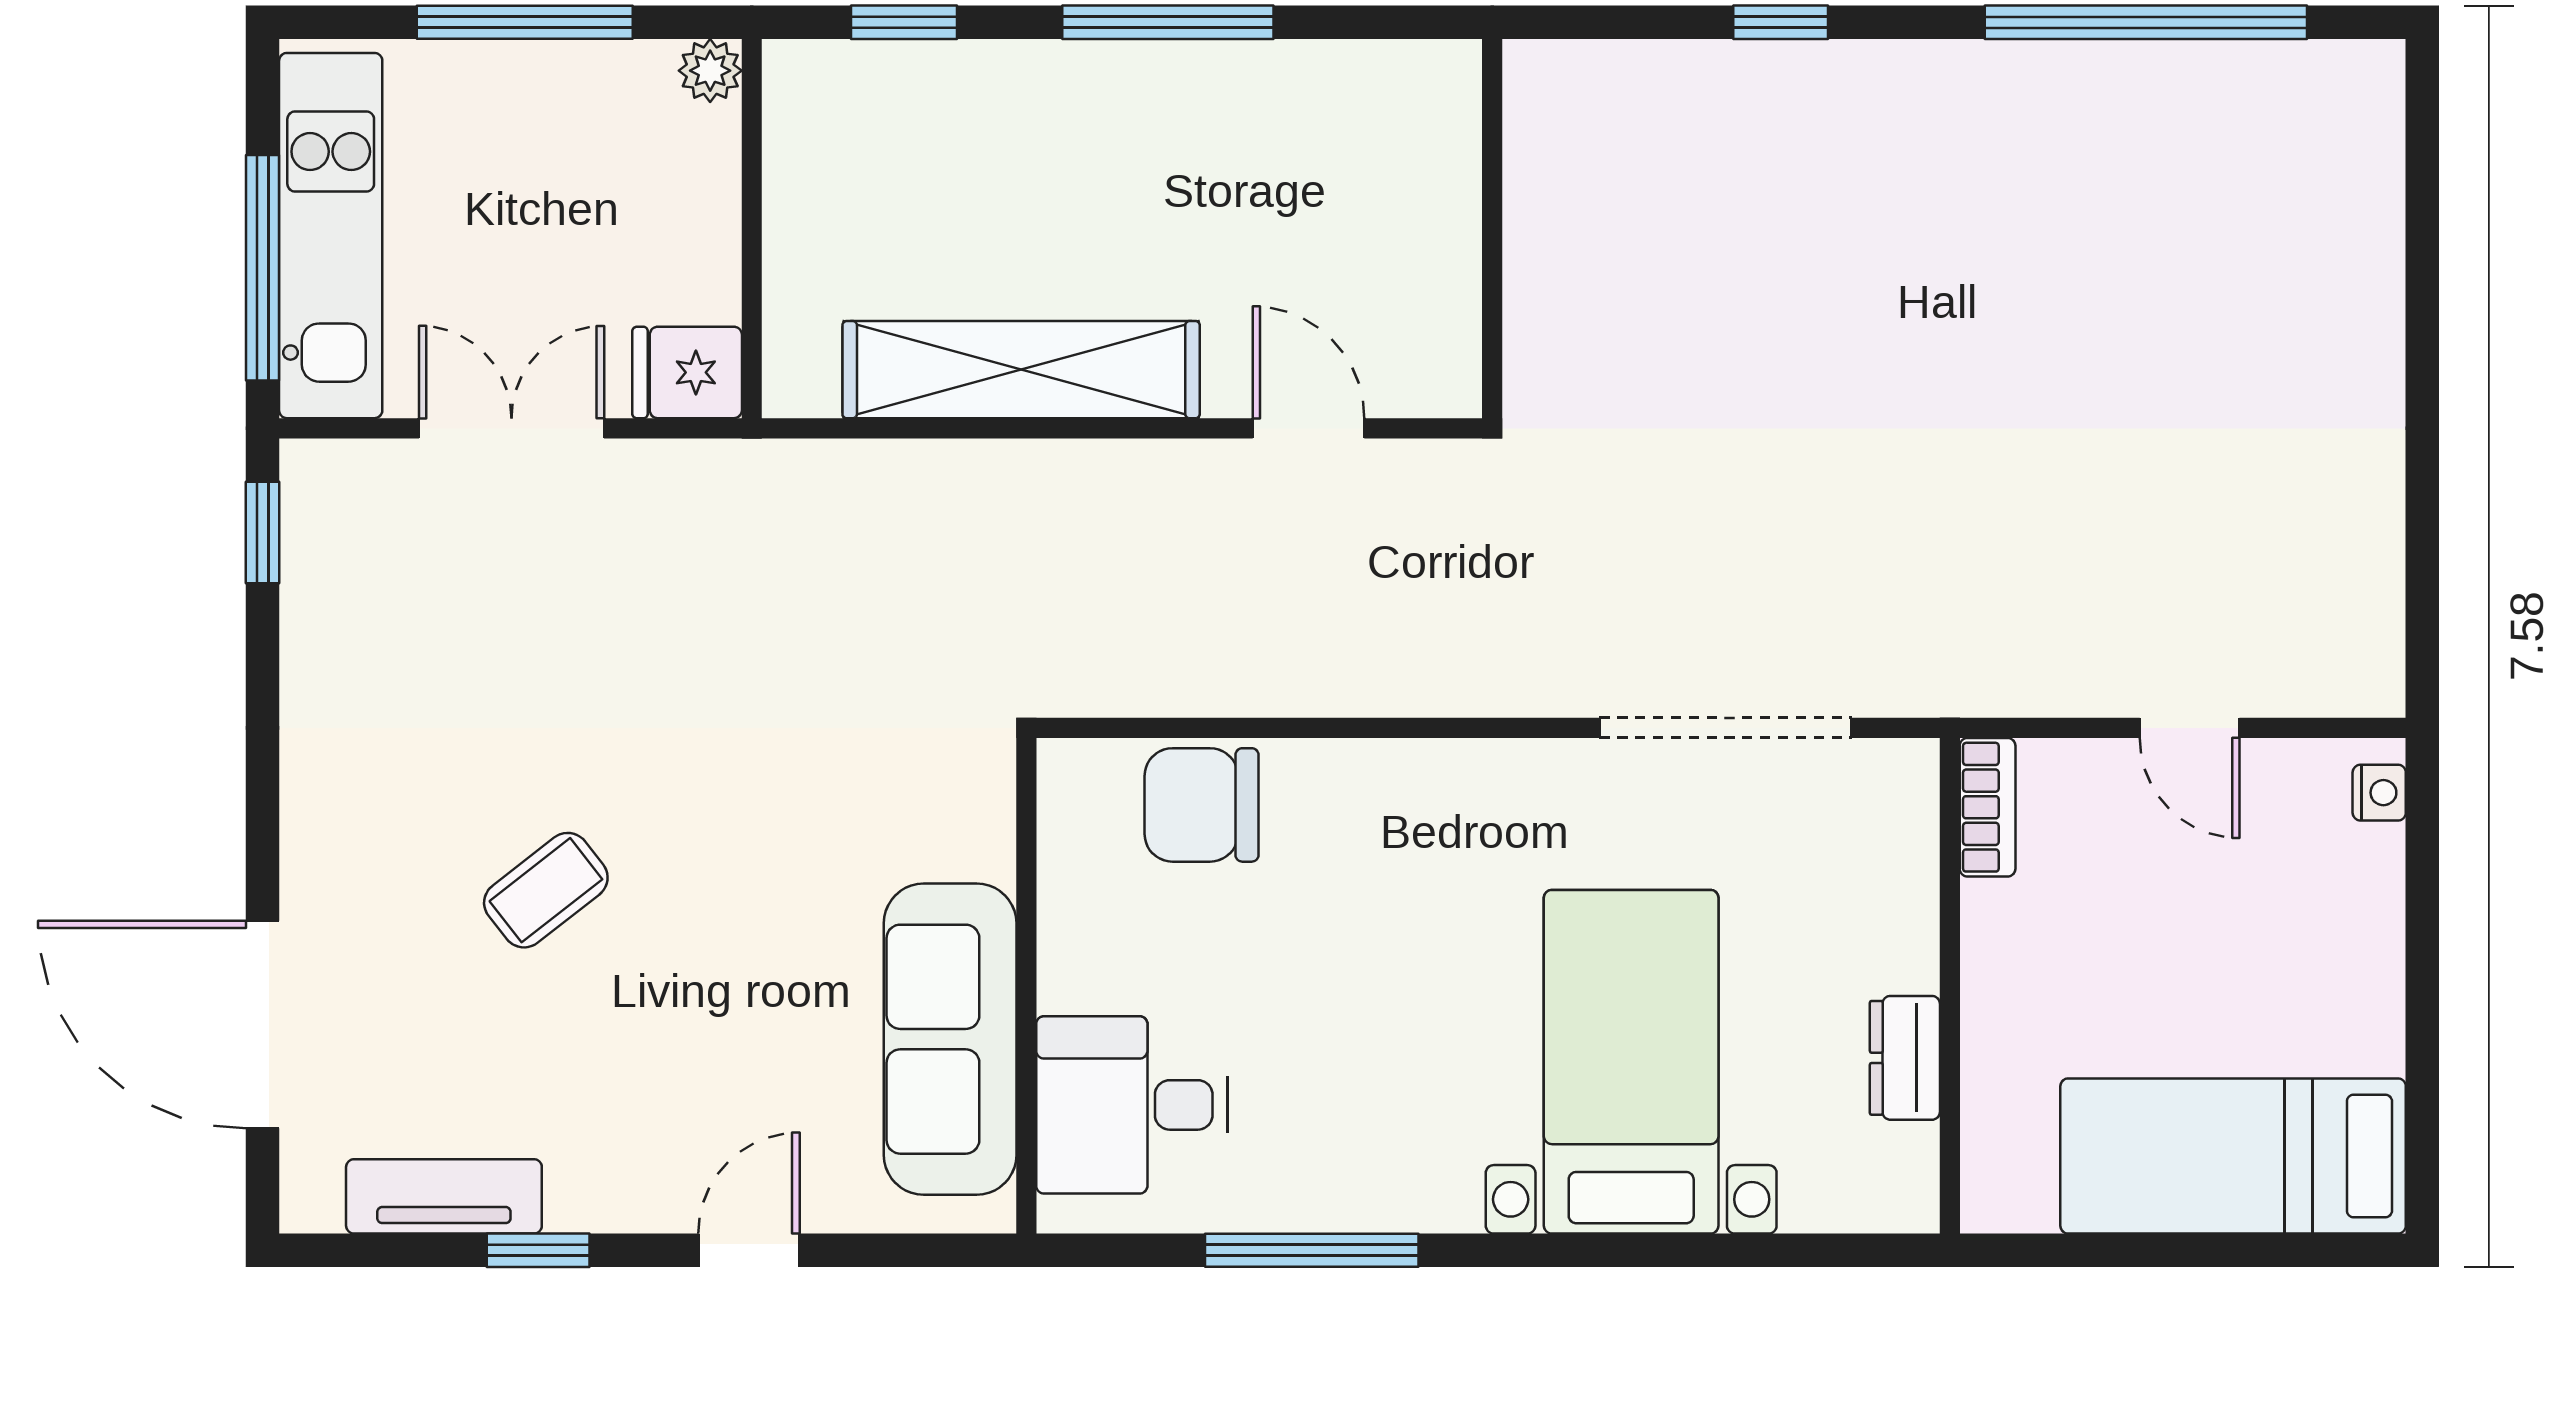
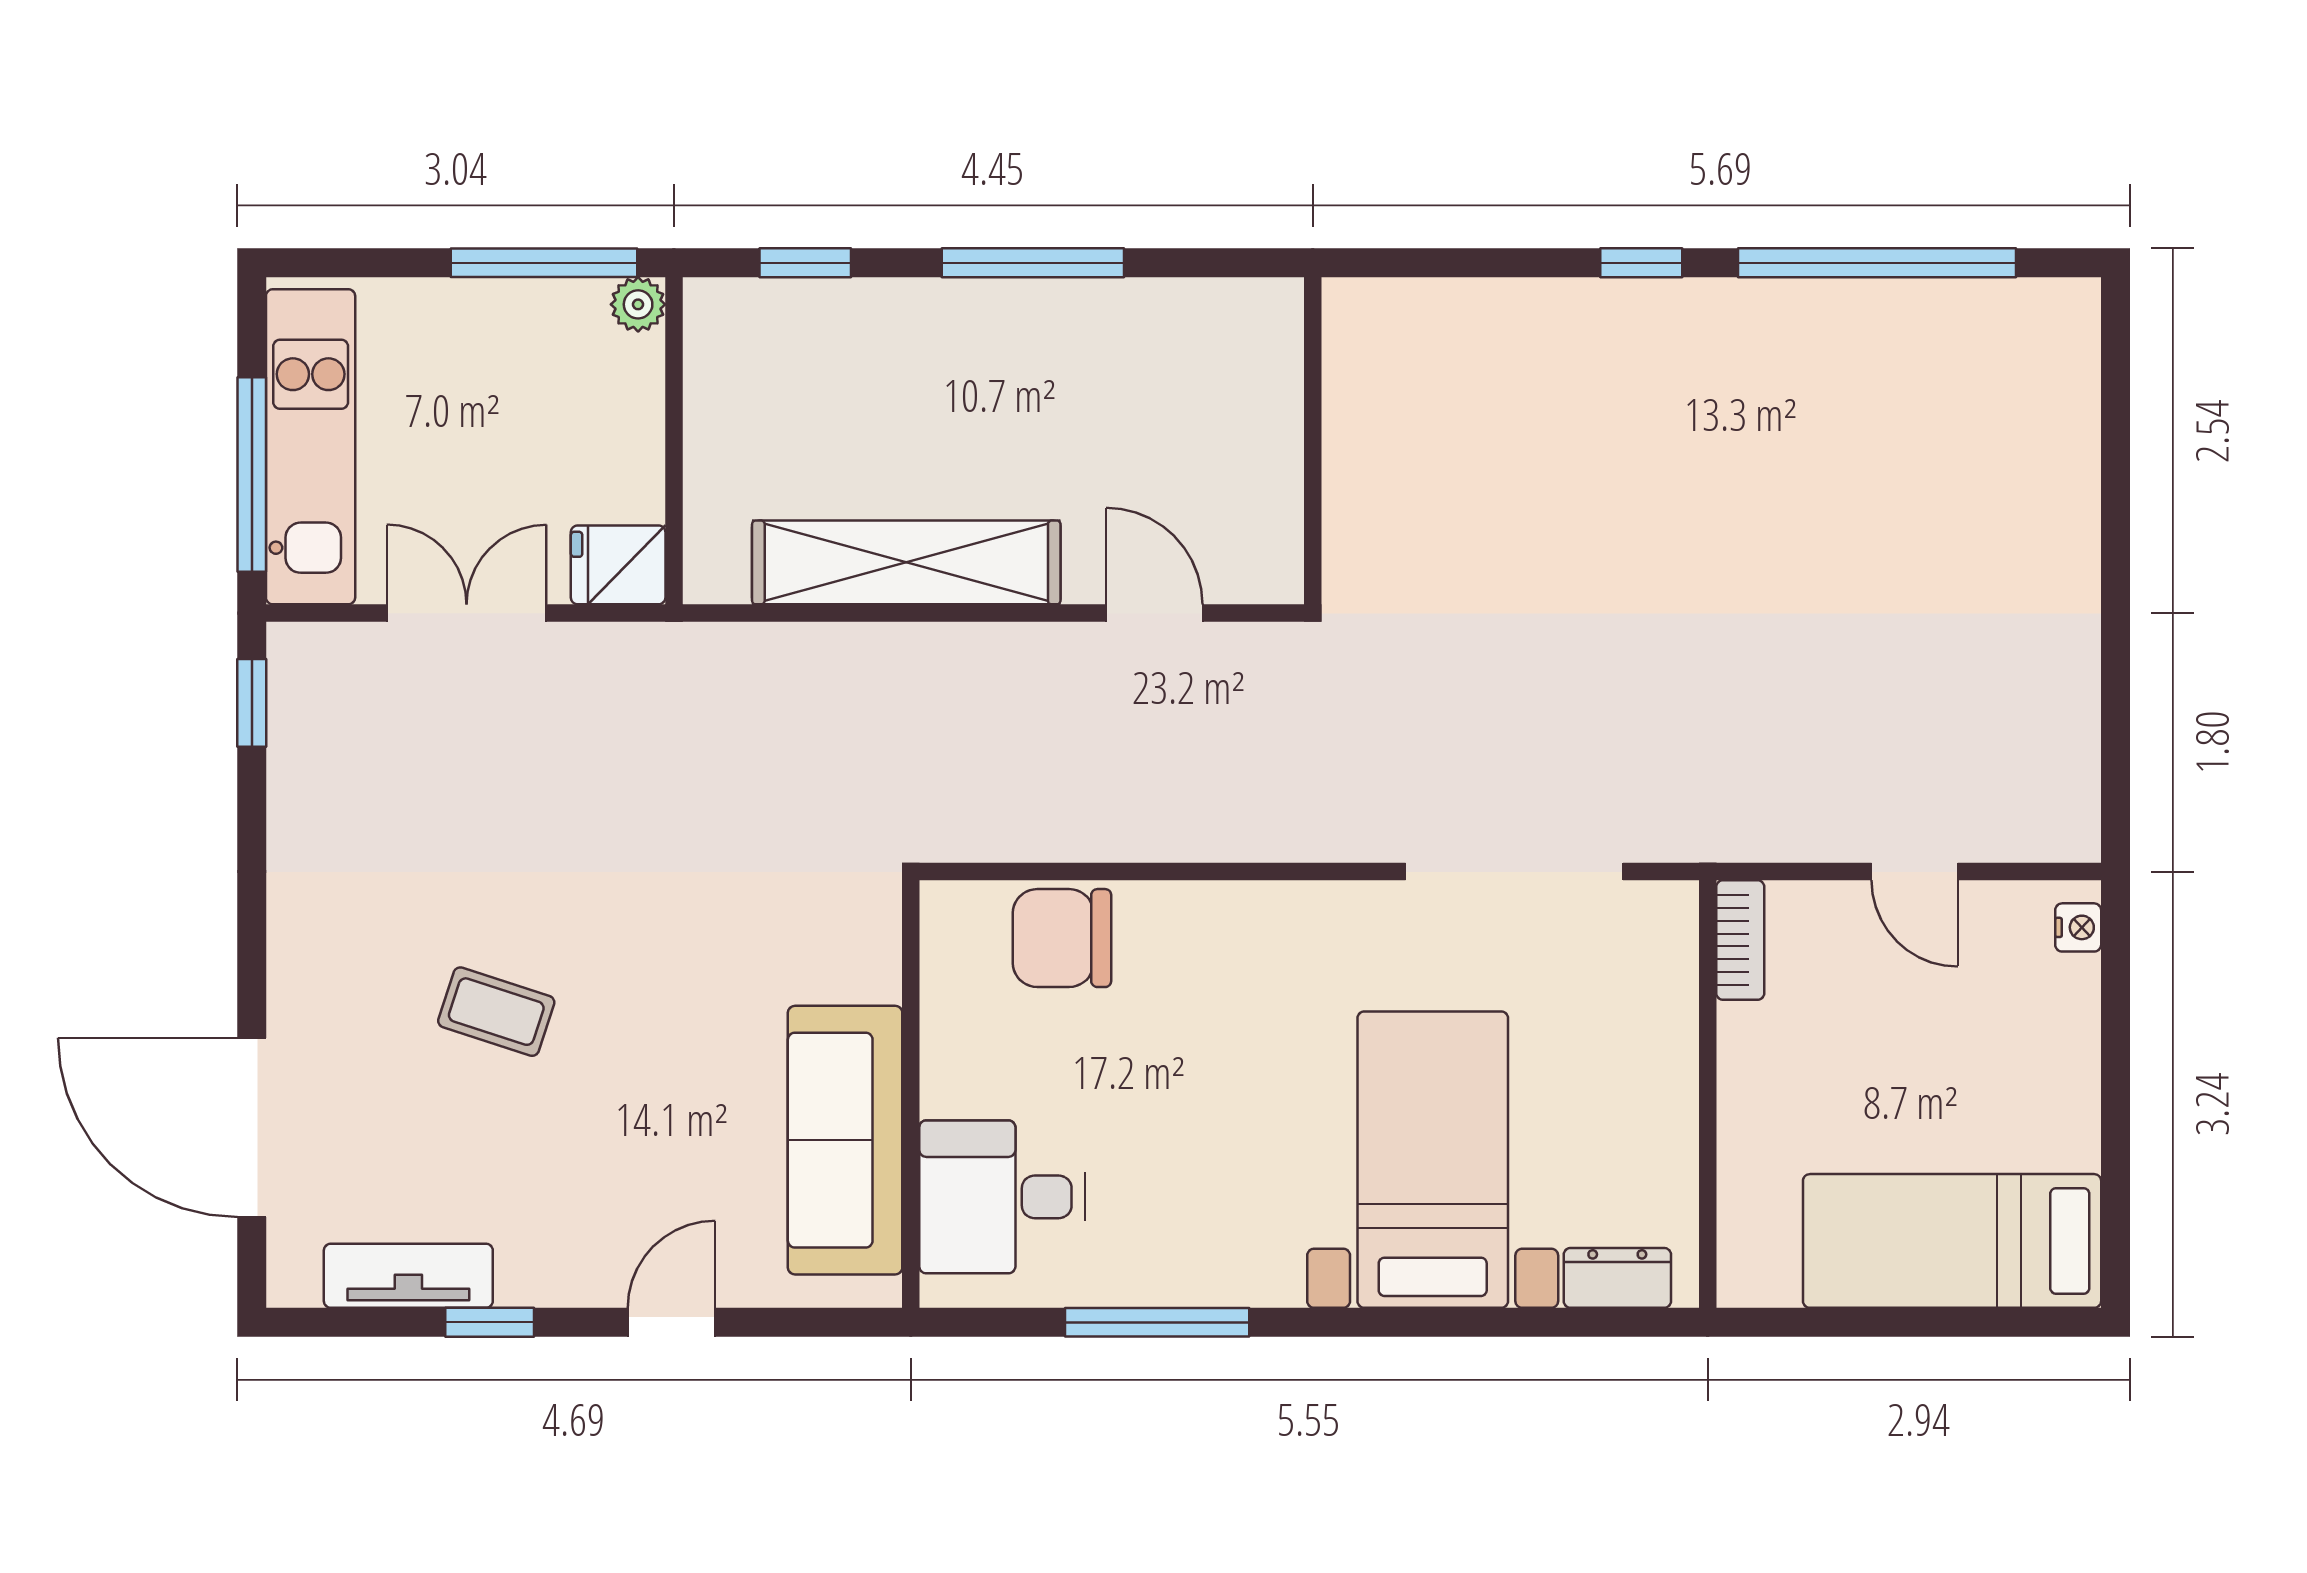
window: (525, 22) -> (544, 263), moved
window: (1781, 22) -> (1641, 263), moved
coffee table: (546, 890) -> (496, 1012), turned 56
dresser: (1905, 1058) -> (1617, 1278), moved, turned 90

